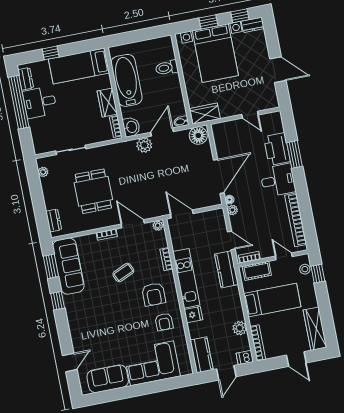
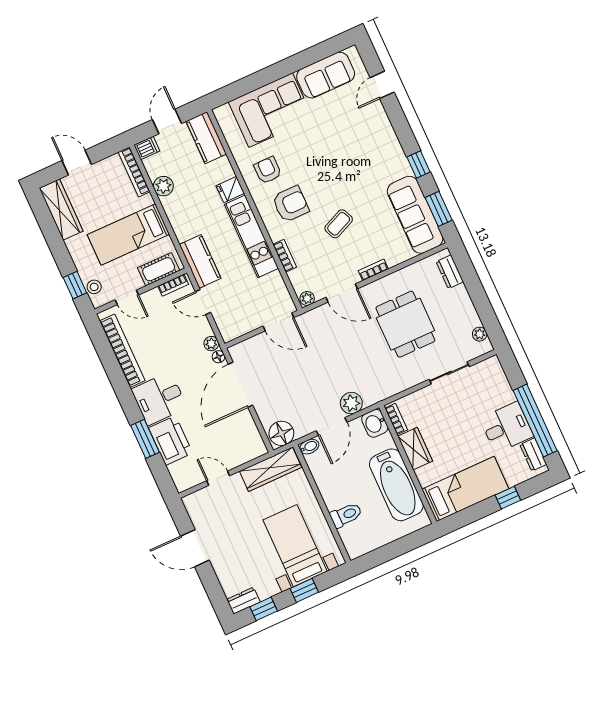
bed with nightstands: (215, 53) -> (295, 546), width x0.73
wardrobe: (205, 114) -> (271, 469), width x1.50
armchair: (154, 294) -> (291, 204), turned 90

